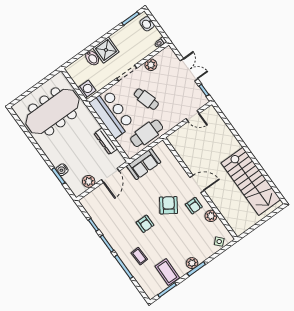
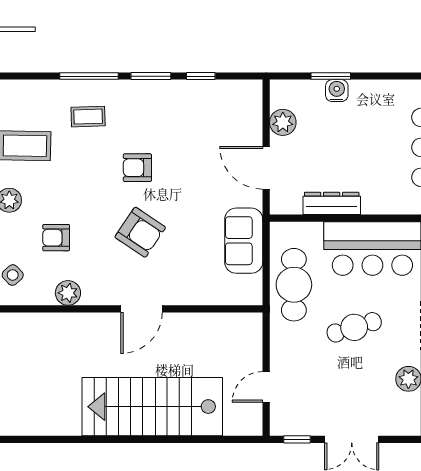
stairs: (251, 181) -> (152, 407), moved
armchair: (194, 206) -> (56, 238), moved

